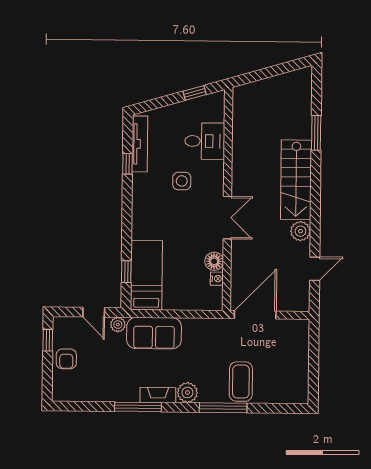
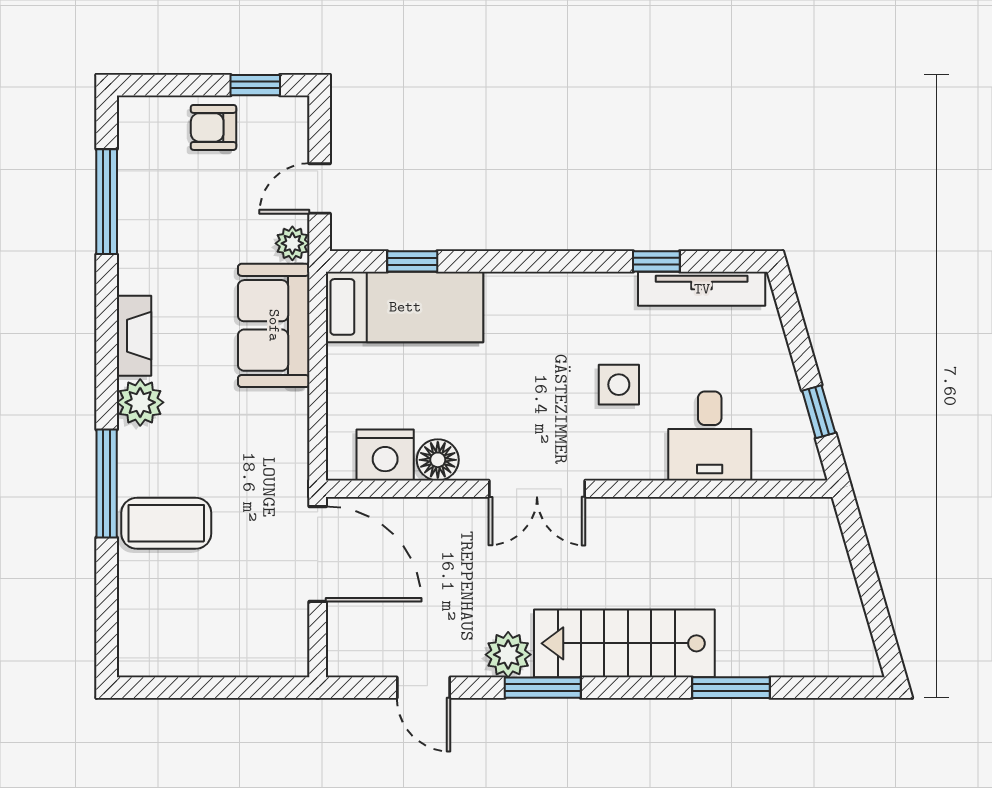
window: (315, 216) -> (543, 688), added
nightstand: (217, 279) -> (385, 455), width x1.89, depth x1.79
window: (138, 407) -> (107, 202), moved

